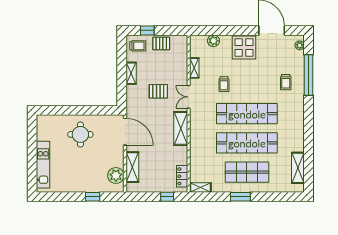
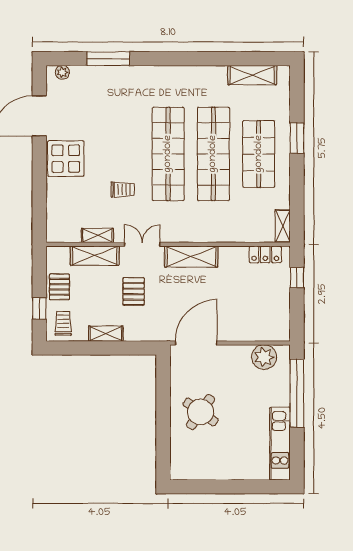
plant: (213, 41) -> (55, 206), removed
window: (308, 75) -> (108, 59), width x0.68
trolley: (286, 82) -> (119, 94), removed
double door: (189, 97) -> (142, 244), swing flipped
round table: (80, 134) -> (200, 412), turned 35
kitchen unit: (43, 165) -> (280, 444), moved, turned -90
shelving: (132, 167) -> (95, 256), moved
window: (93, 197) -> (297, 393), width x3.17
window: (240, 197) -> (297, 138), moved

